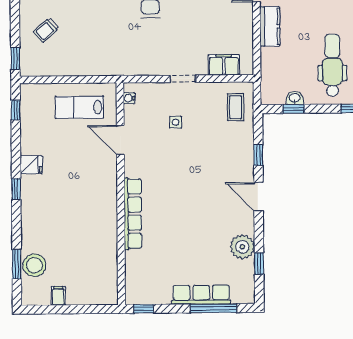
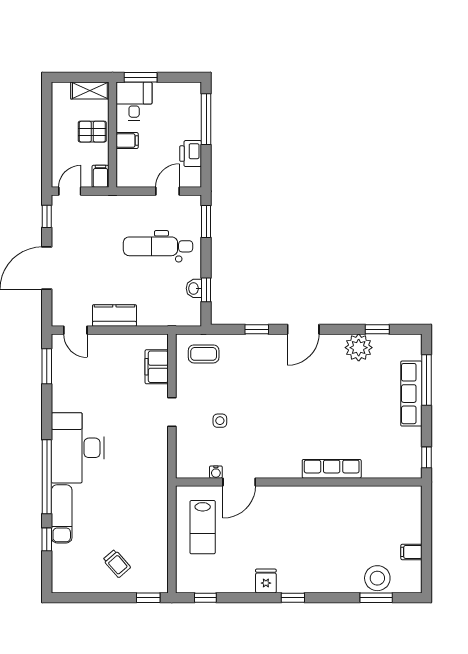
water cooler: (129, 98) -> (216, 472), moved
row of seats: (133, 214) -> (332, 469), width x0.73

